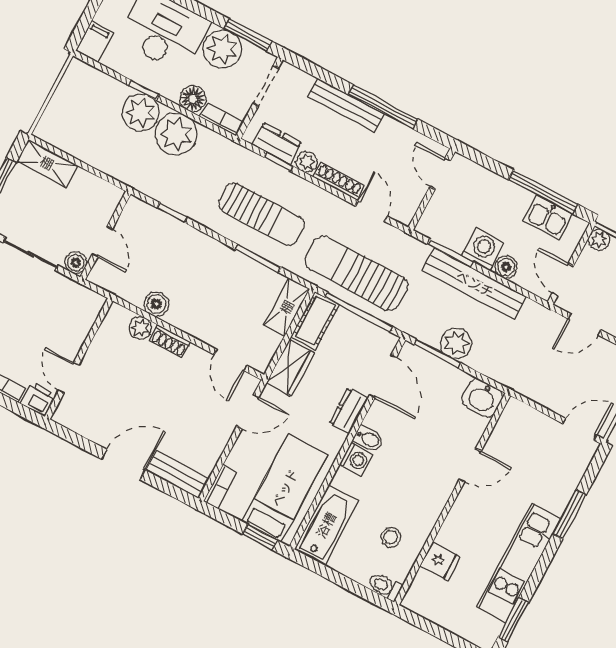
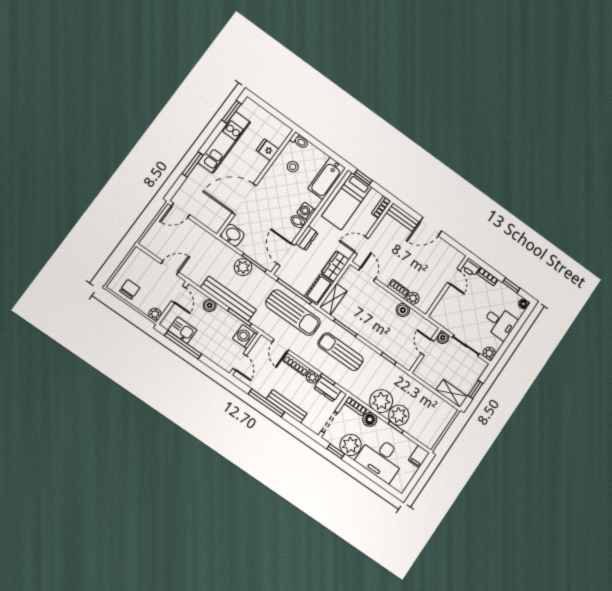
window: (248, 35) -> (336, 451), width x0.67
washing machine: (483, 249) -> (245, 337), moved, turned 90
door: (470, 465) -> (244, 199), width x1.88

